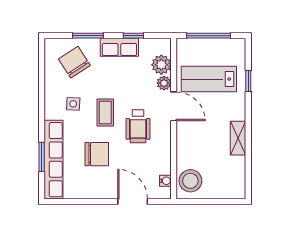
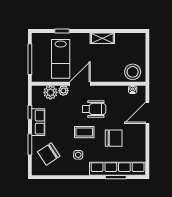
chair: (97, 154) -> (114, 138), turned 90

